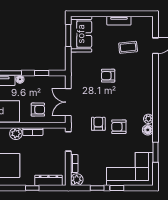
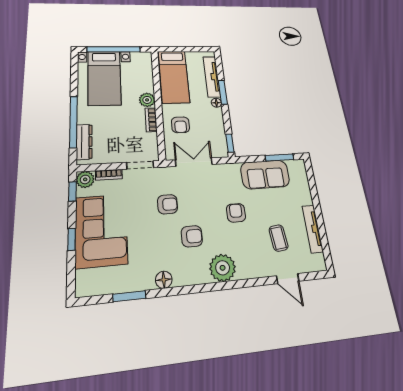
tv unit: (119, 21) -> (313, 229), width x1.41
sofa: (81, 34) -> (265, 174), moved
window: (42, 73) -> (230, 143), moved
plant: (148, 119) -> (223, 268), moved, width x1.88, depth x1.88
armchair: (119, 127) -> (192, 236), moved, turned 90
corner sofa: (130, 169) -> (101, 230), moved
window: (32, 188) -> (73, 122), width x3.17
window: (97, 188) -> (72, 191), moved

